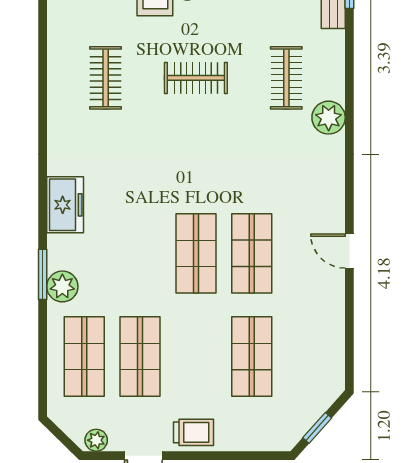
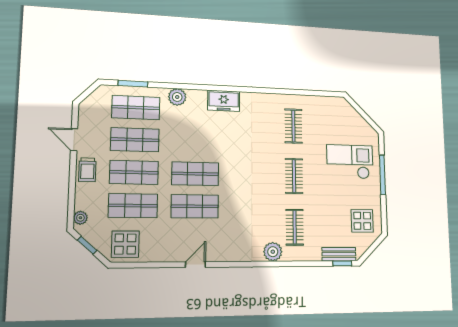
clothes rail: (106, 78) -> (293, 126), turned 90
clothes rail: (286, 78) -> (295, 227), turned 90
window: (43, 274) -> (133, 84), moved
shop shelf: (196, 356) -> (134, 172), added
display table: (315, 367) -> (125, 244), added
plant: (96, 440) -> (80, 218), moved

